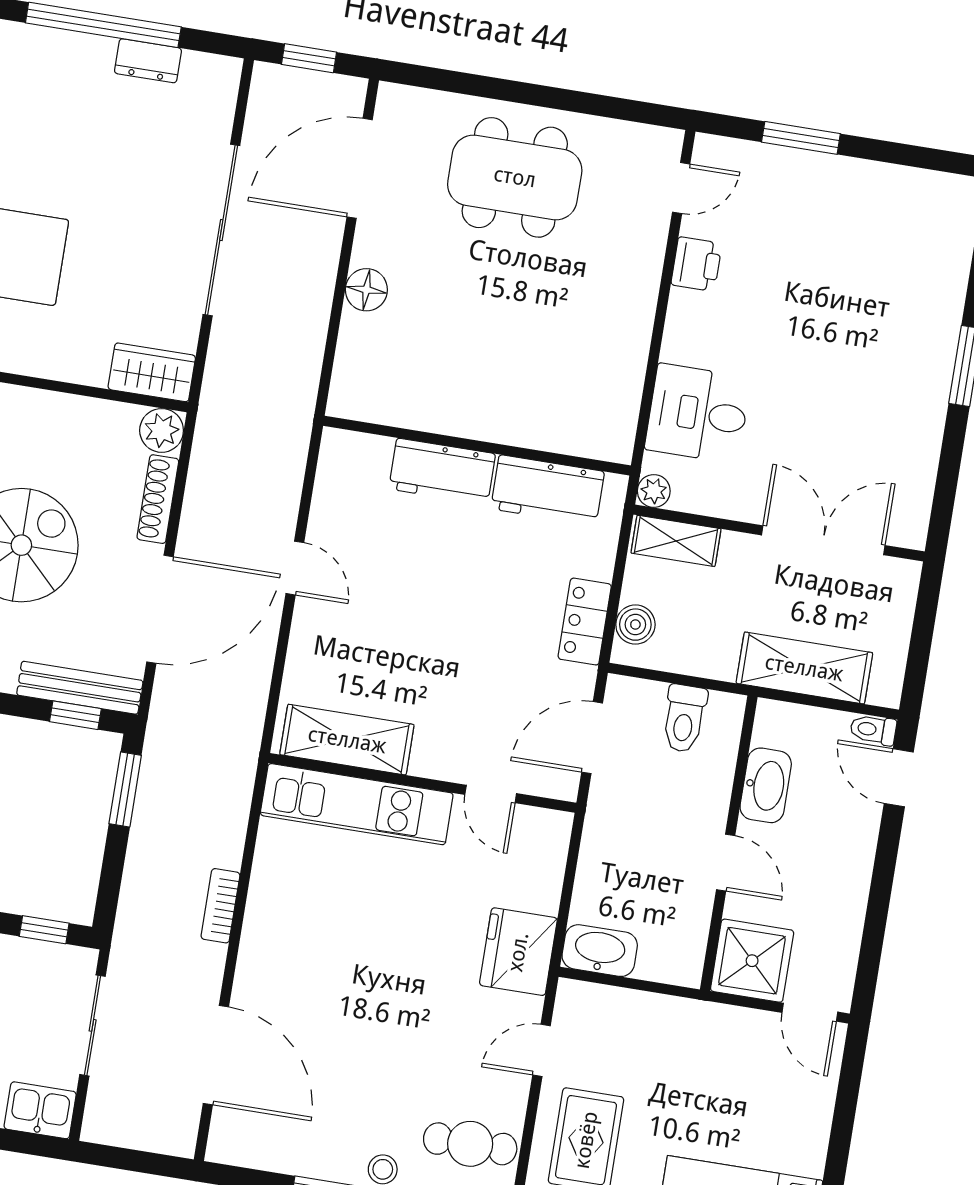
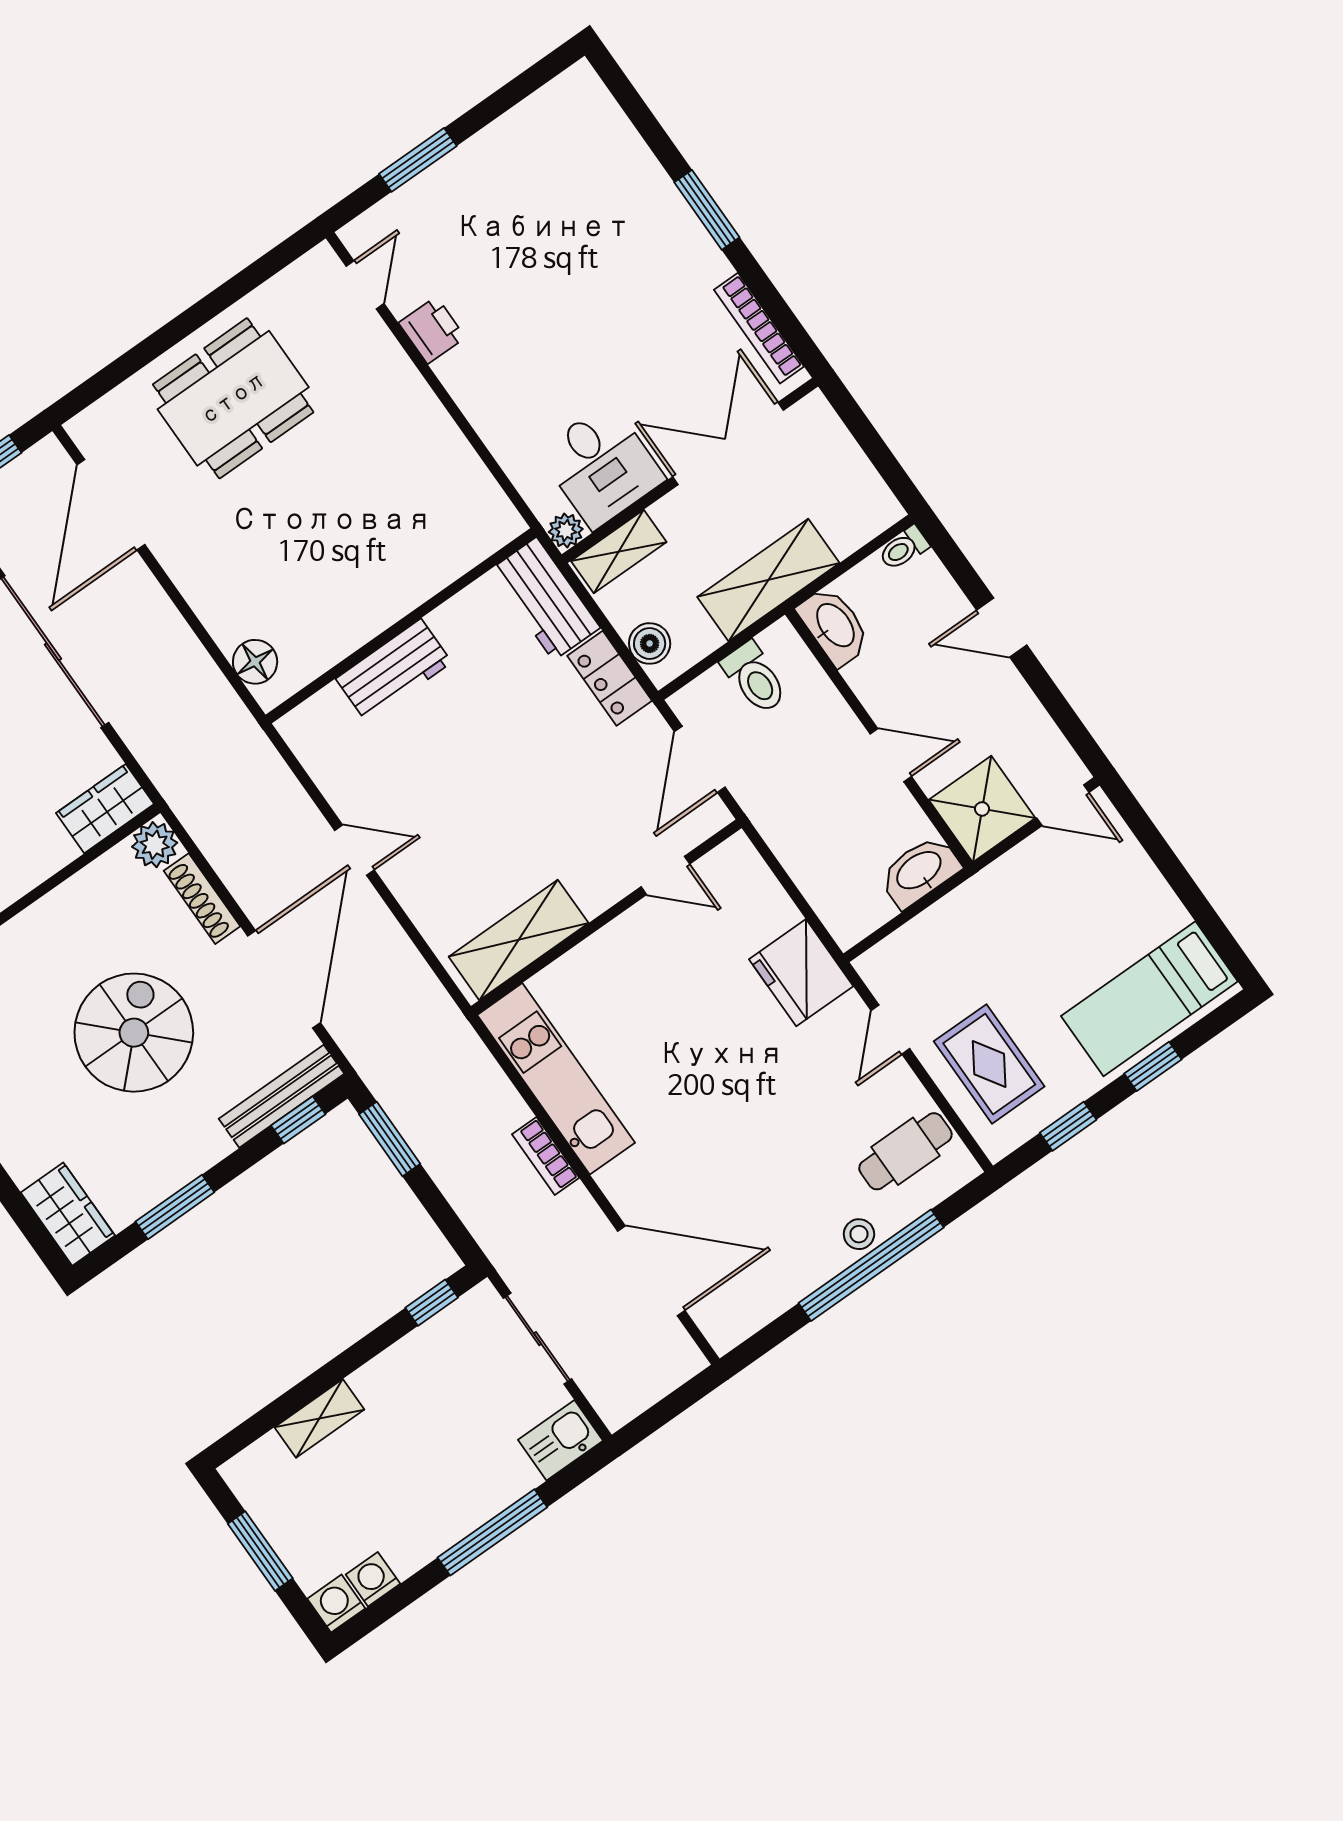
floor lamp: (366, 290) -> (255, 662), moved
desk: (698, 413) -> (602, 466), moved, turned -90
bookcase: (922, 482) -> (759, 328), added
workbench: (547, 490) -> (545, 599), moved, turned 90
shelving: (804, 668) -> (768, 580), moved
door: (899, 778) -> (1002, 628), moved
washbasin: (766, 785) -> (834, 626), moved
kitchen unit: (357, 804) -> (556, 1079), moved, turned -90
washbasin: (600, 951) -> (920, 871), moved

